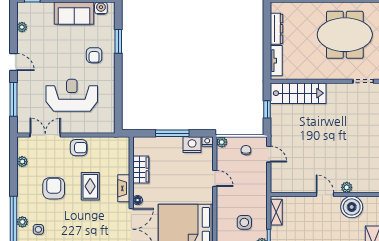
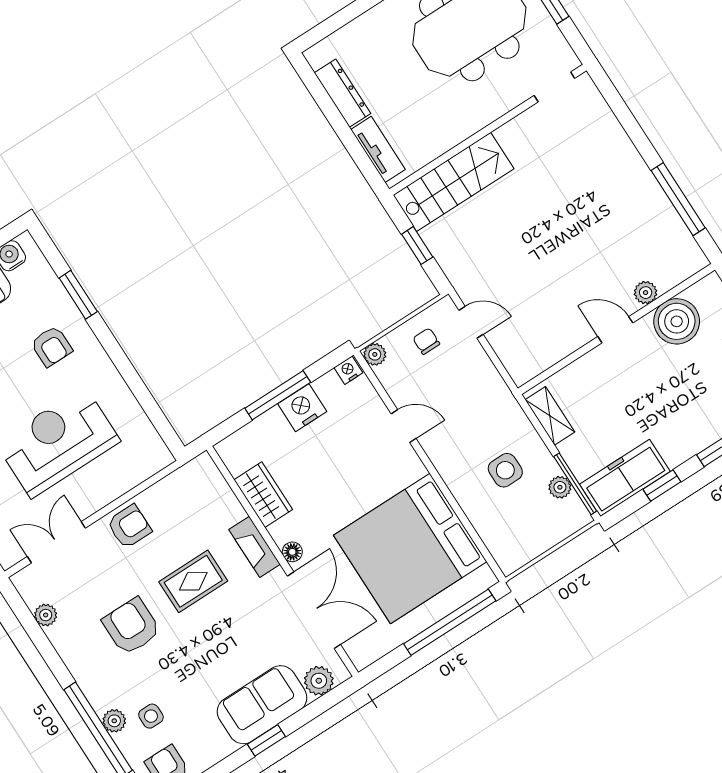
nightstand: (192, 145) -> (302, 408), moved
rug: (90, 186) -> (193, 581), turned 90

